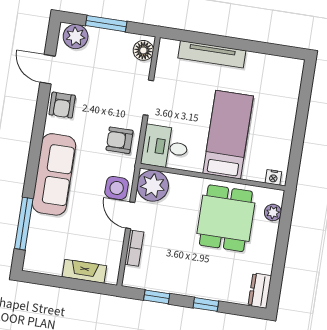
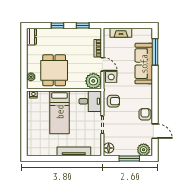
sofa: (54, 174) -> (144, 64), moved

